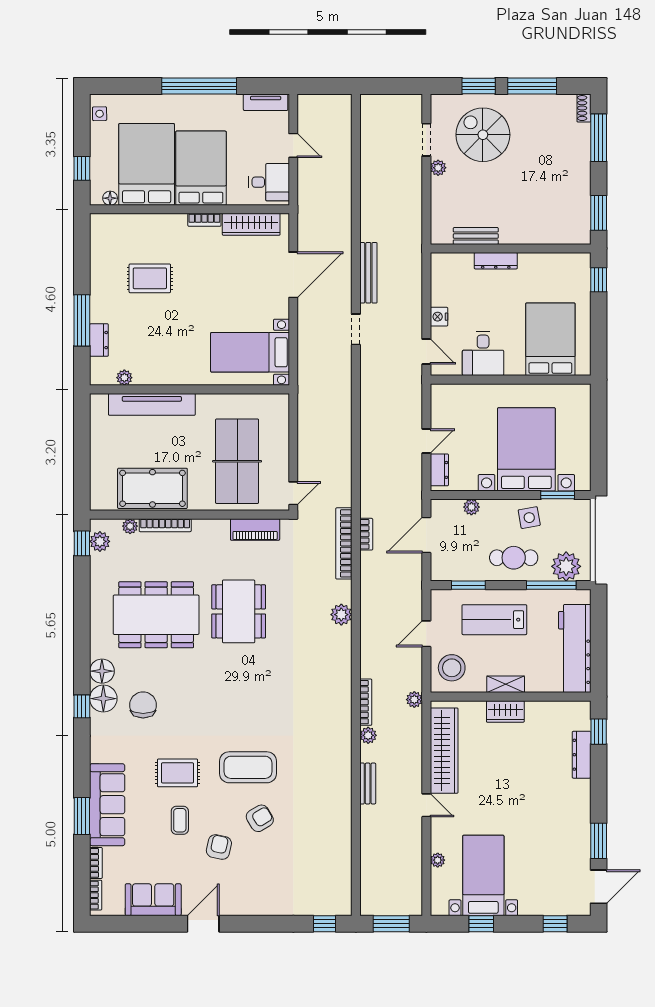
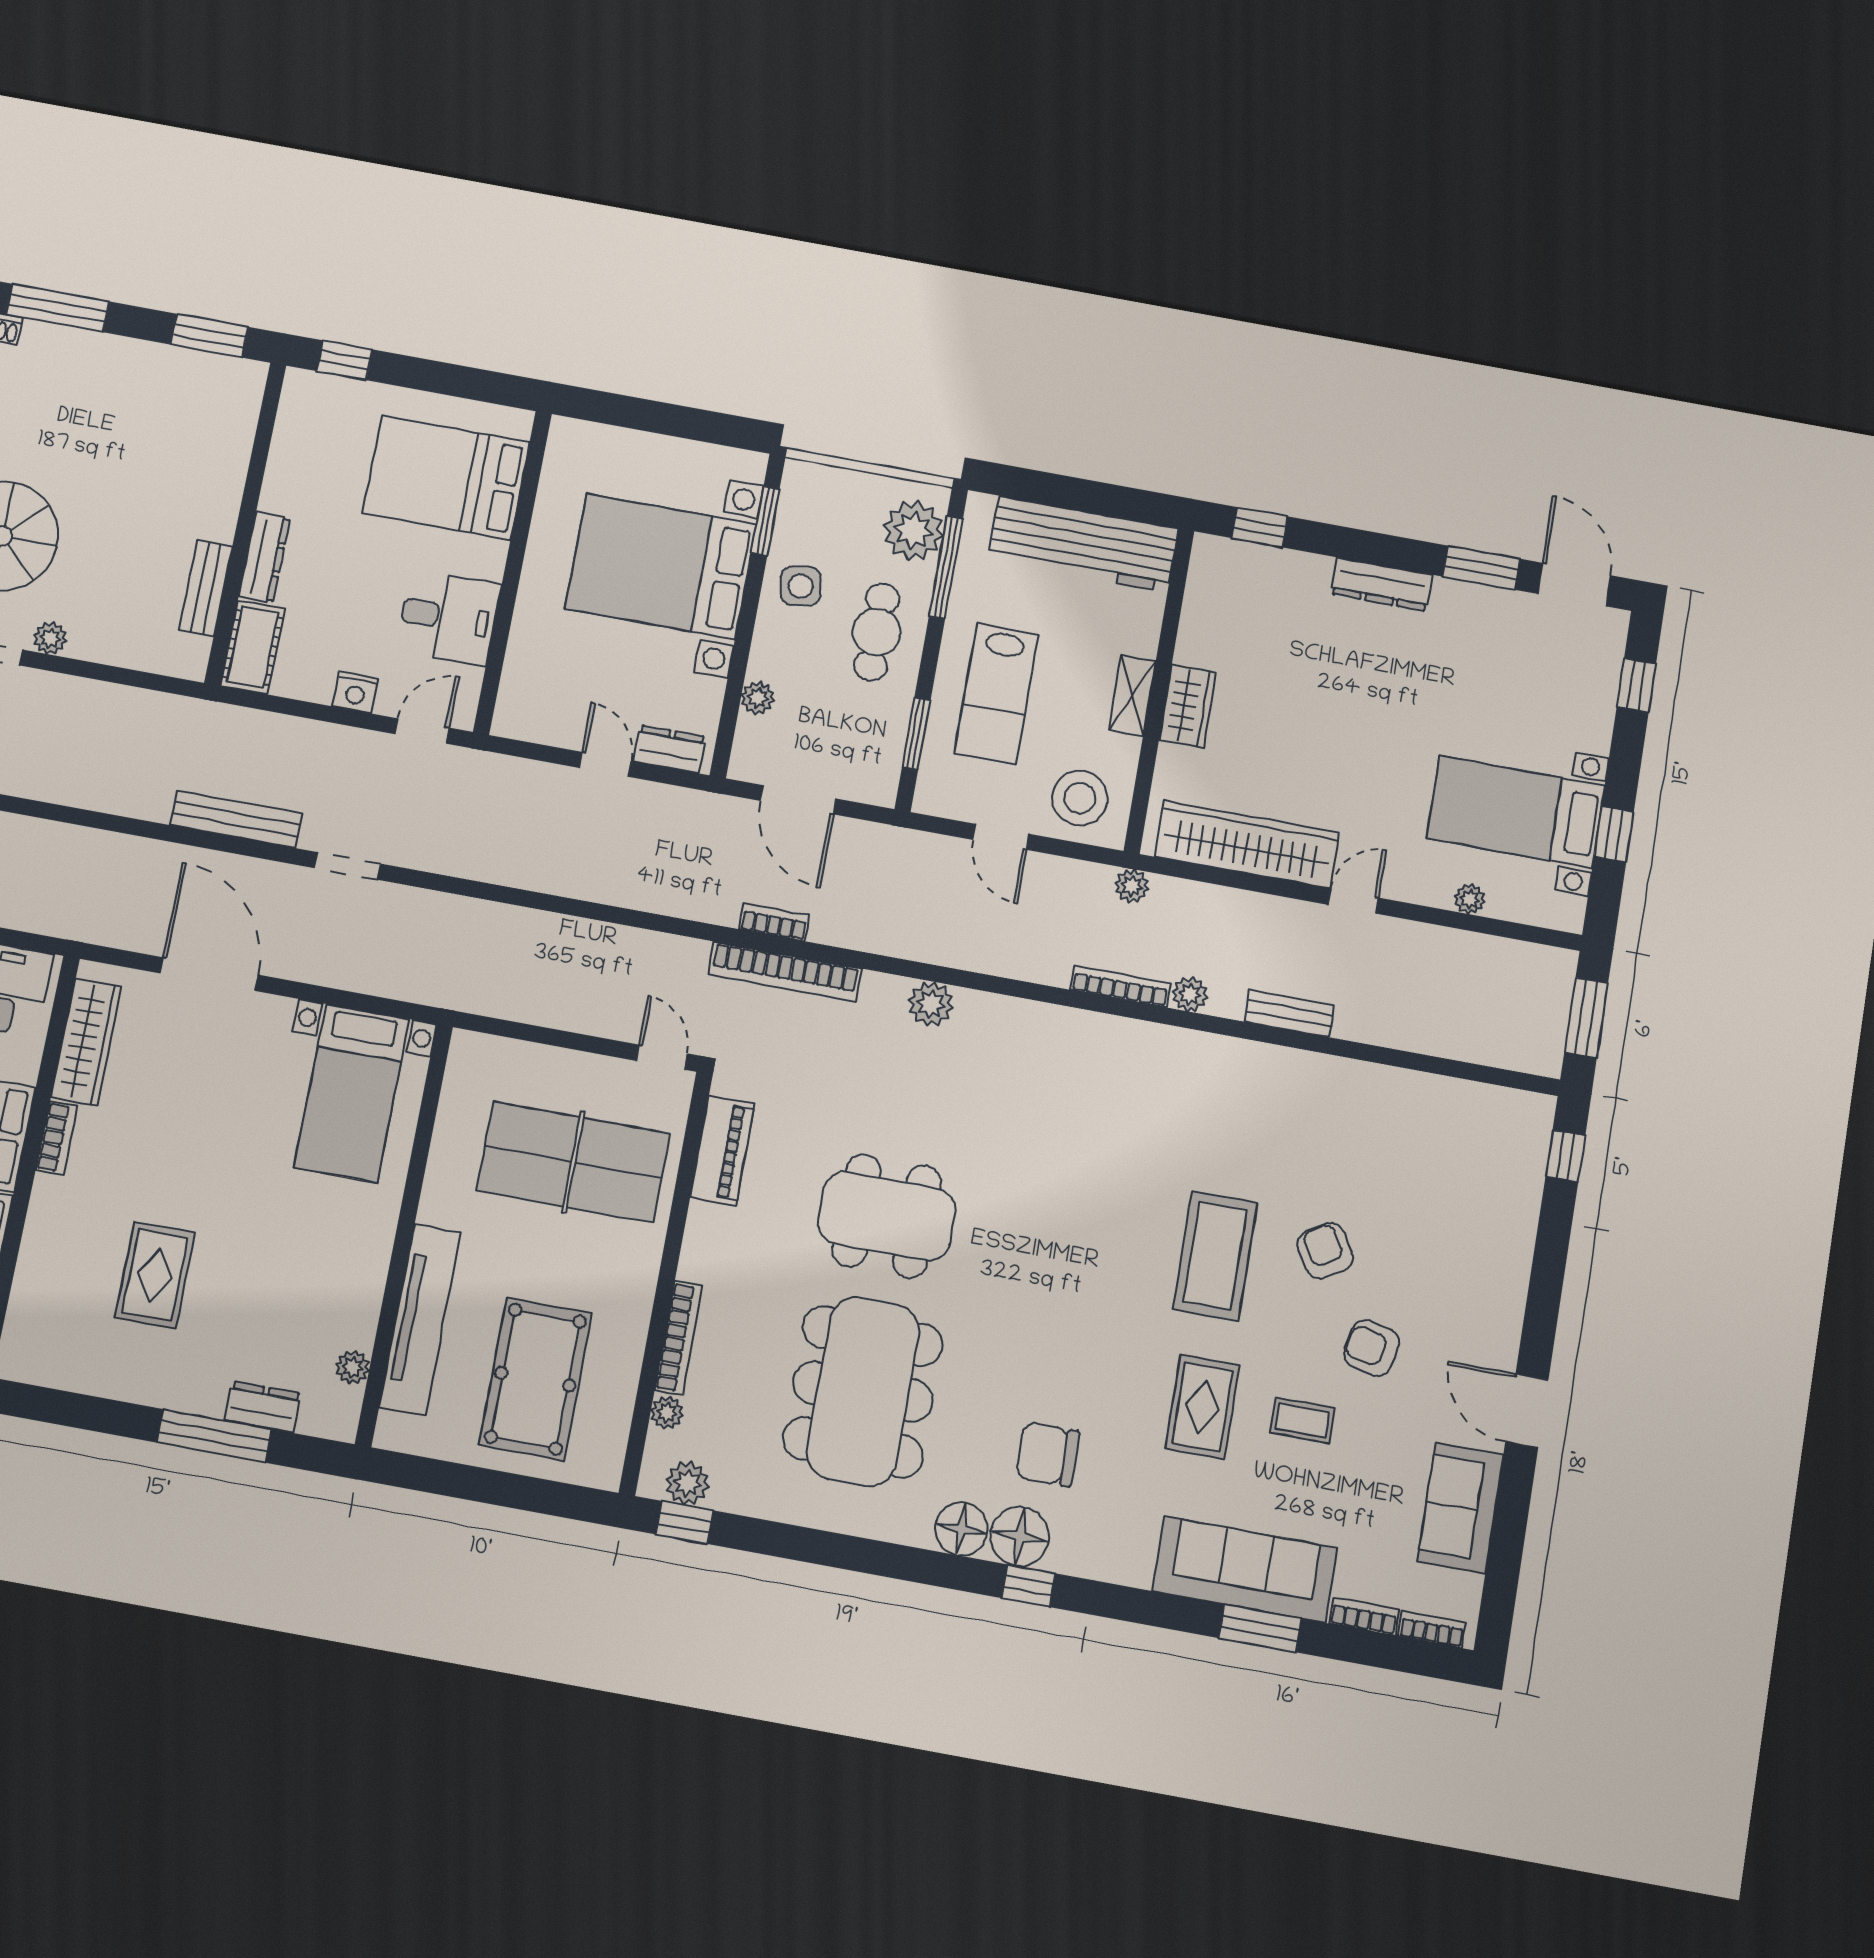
cot: (452, 264) -> (253, 647), added
pool table: (152, 488) -> (535, 1379), moved
dresser: (582, 755) -> (1381, 584), moved

